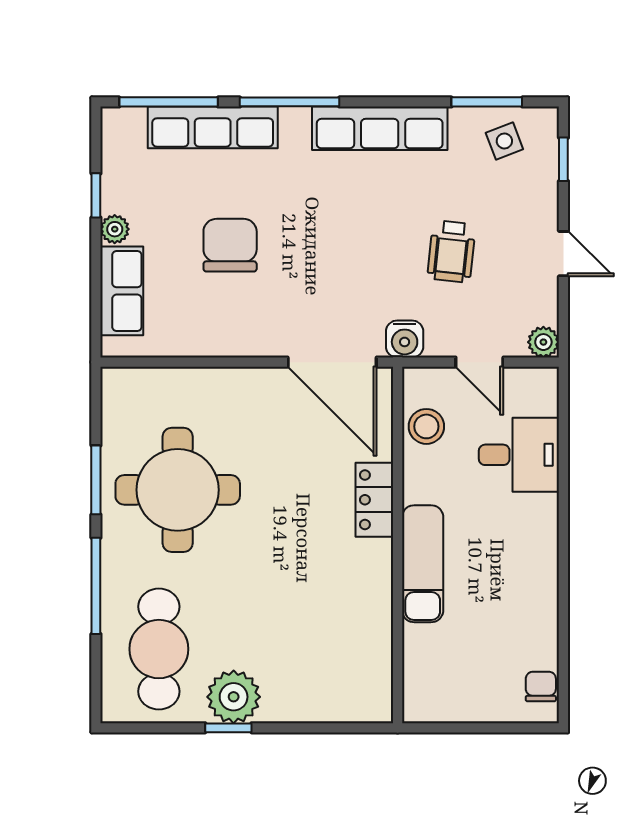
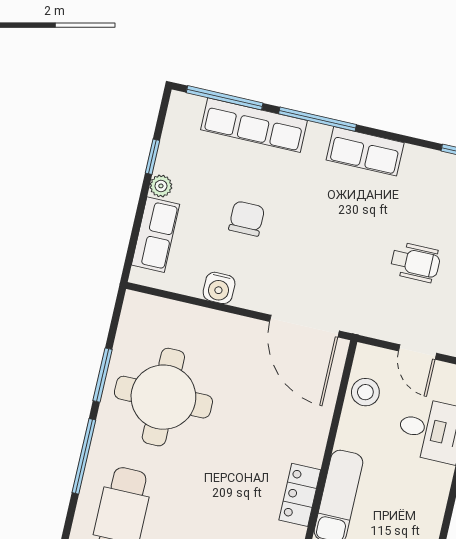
row of seats: (380, 128) -> (365, 151), width x0.68
chair: (230, 245) -> (247, 219), width x0.73, depth x0.73
wheelchair: (451, 251) -> (415, 262), turned -96
water cooler: (405, 339) -> (219, 288), moved
locker: (374, 500) -> (300, 495), moved

